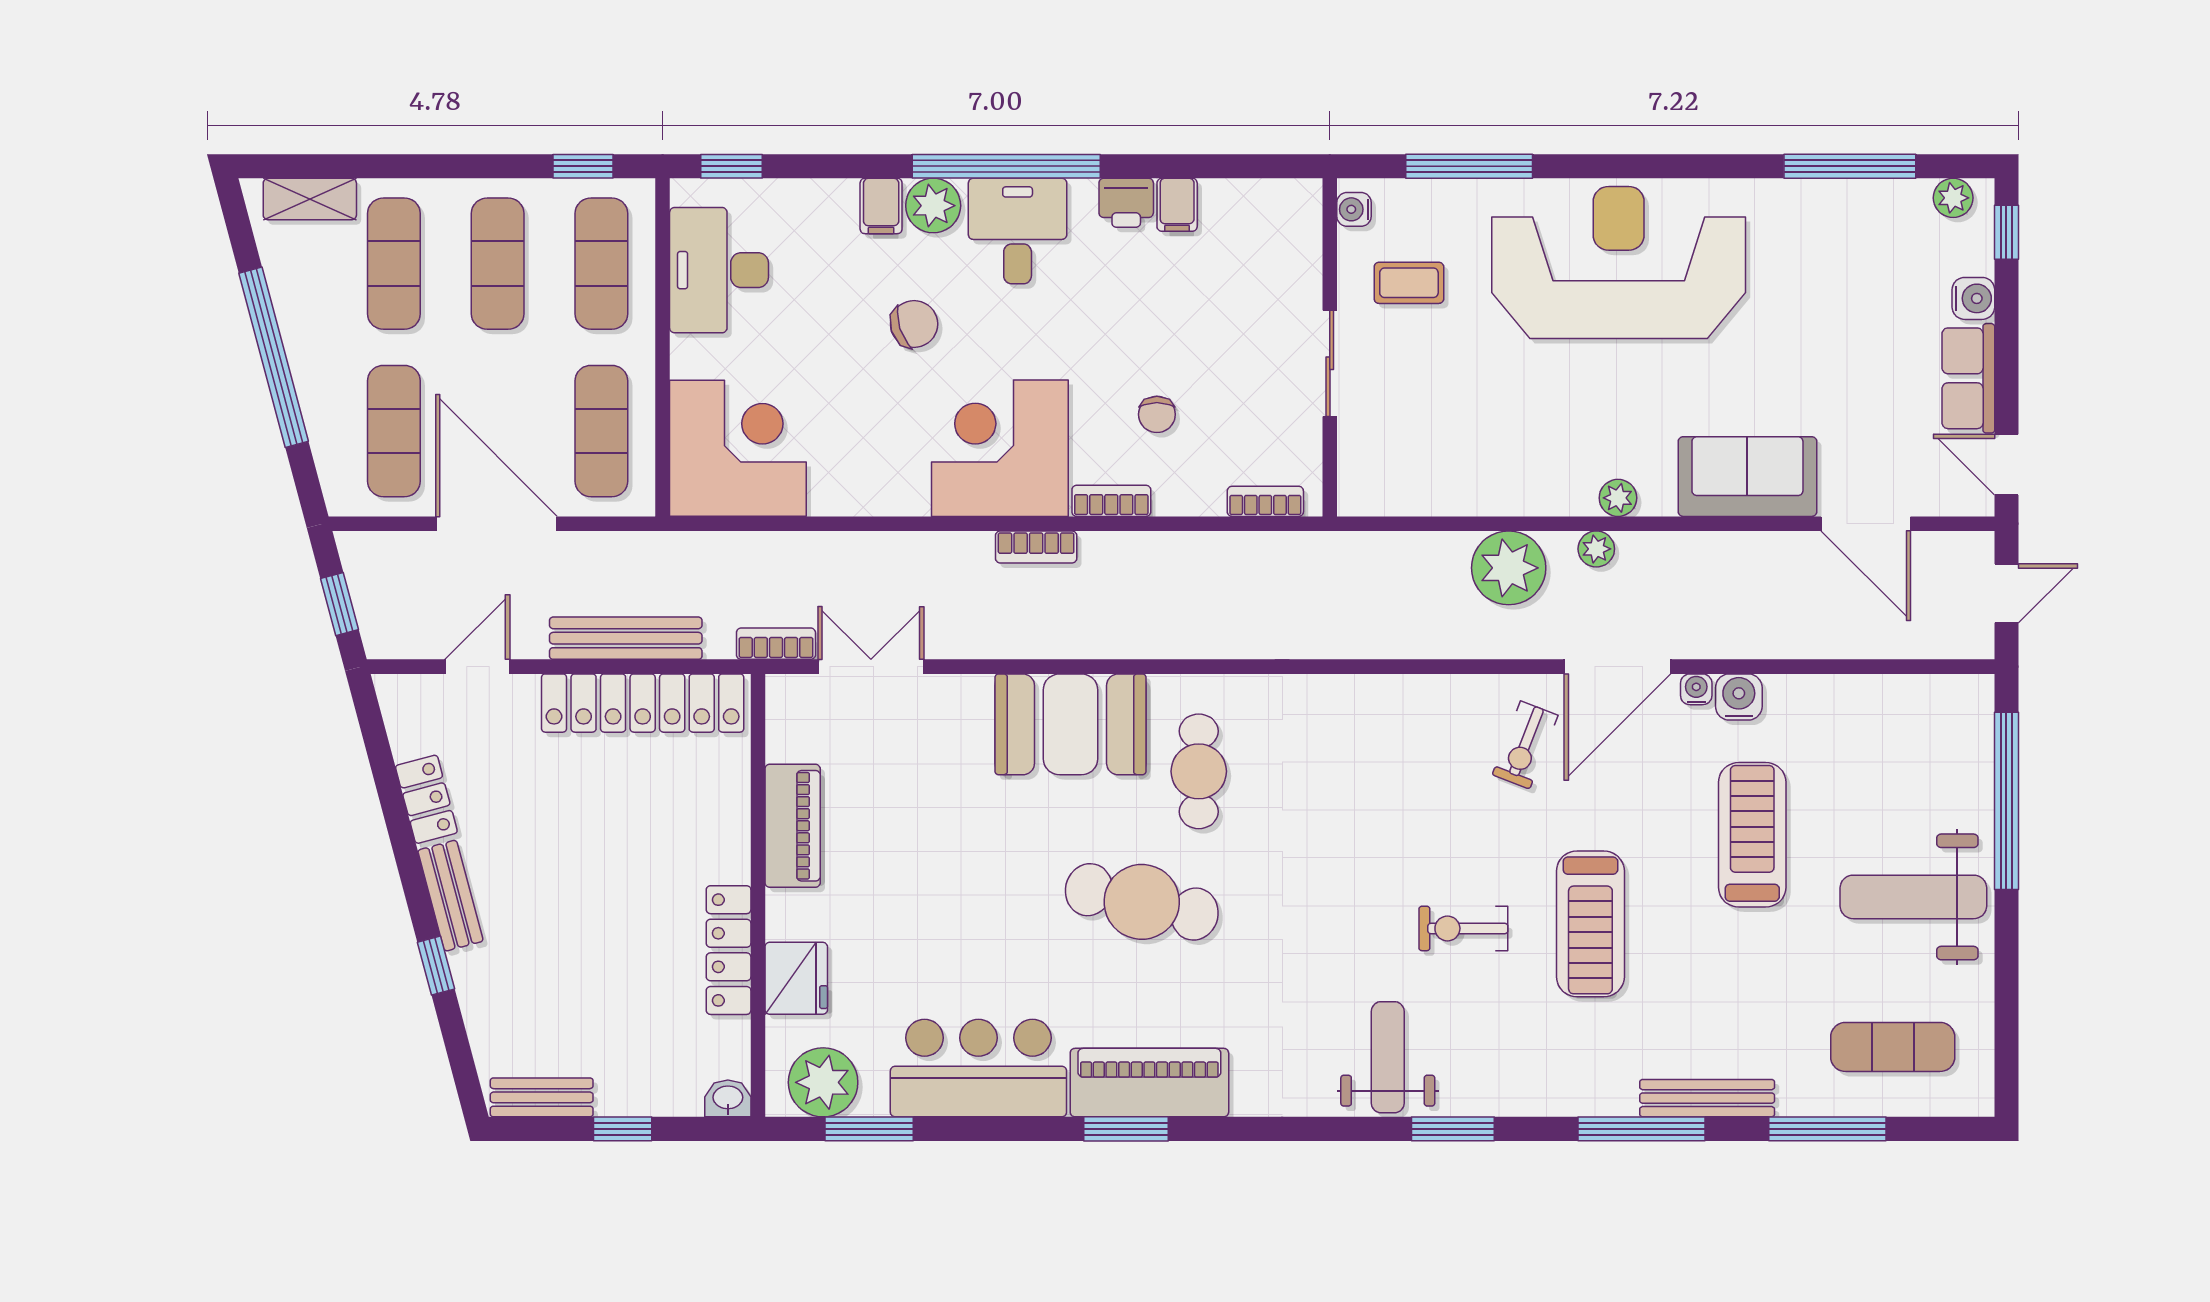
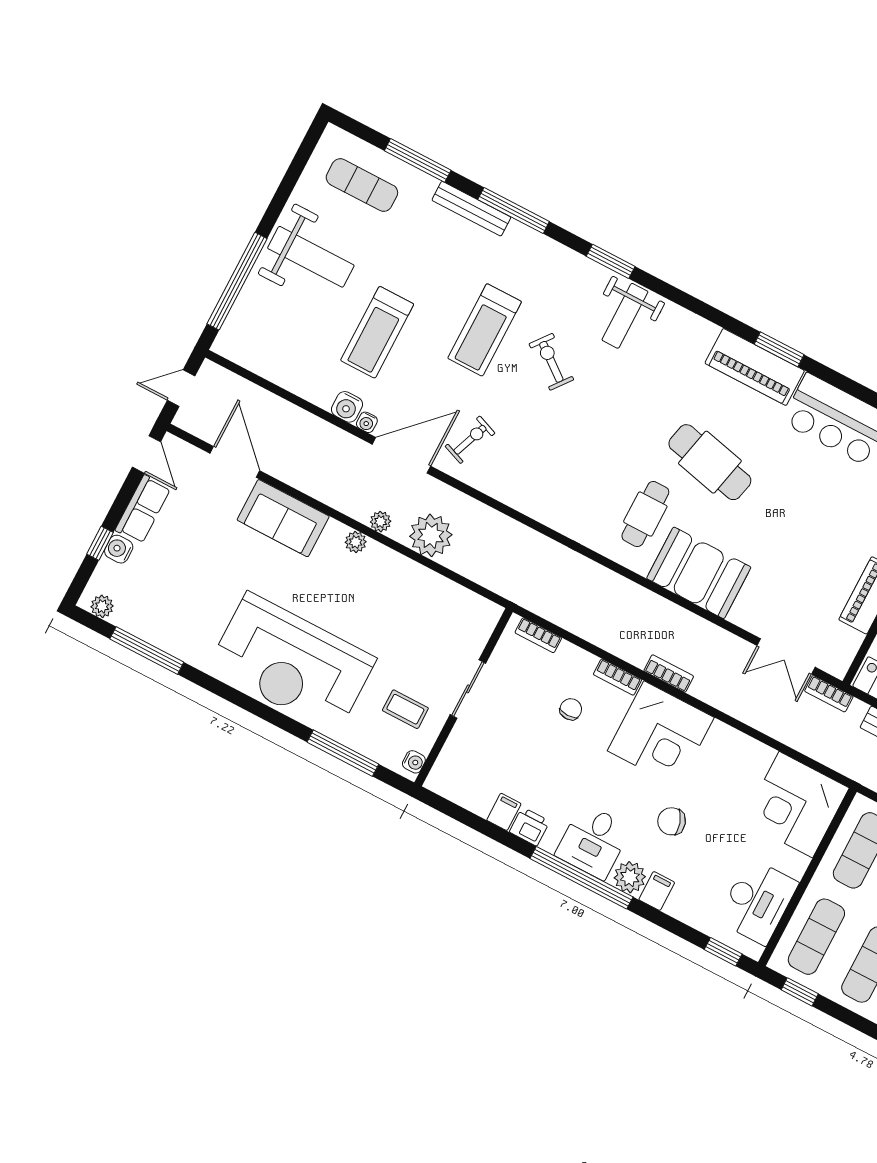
window: (2006, 232) -> (100, 543), moved
treadmill: (1590, 924) -> (485, 330), turned 180
exercise bike: (1463, 928) -> (551, 362), turned -142

